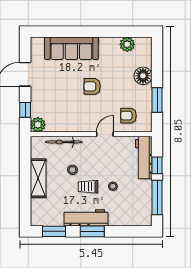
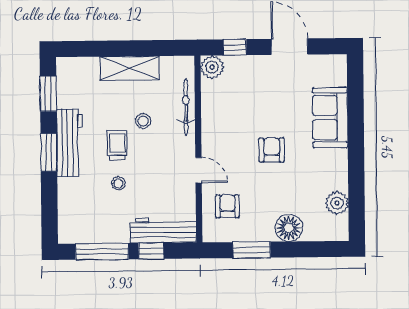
sofa: (71, 48) -> (330, 117), width x0.73

